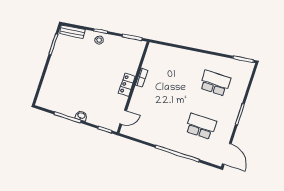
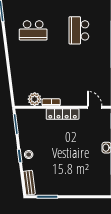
plant: (150, 63) -> (35, 99), added
school desk: (215, 83) -> (33, 30), turned -90
locker: (127, 85) -> (63, 114), width x1.53

